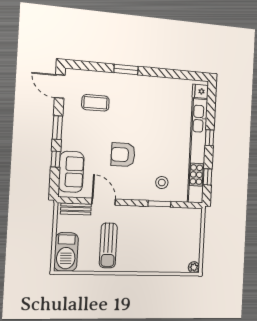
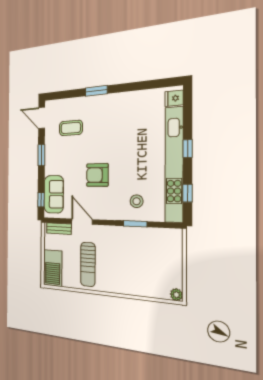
window: (56, 159) -> (41, 200), moved

